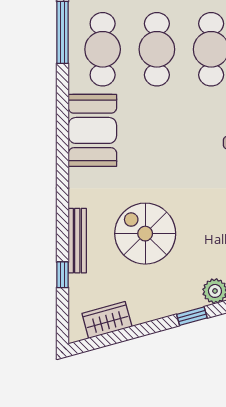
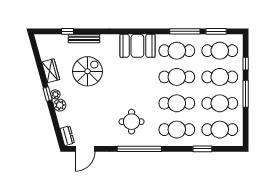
plant: (193, 300) -> (55, 94), added
wardrobe: (107, 320) -> (51, 71), moved

